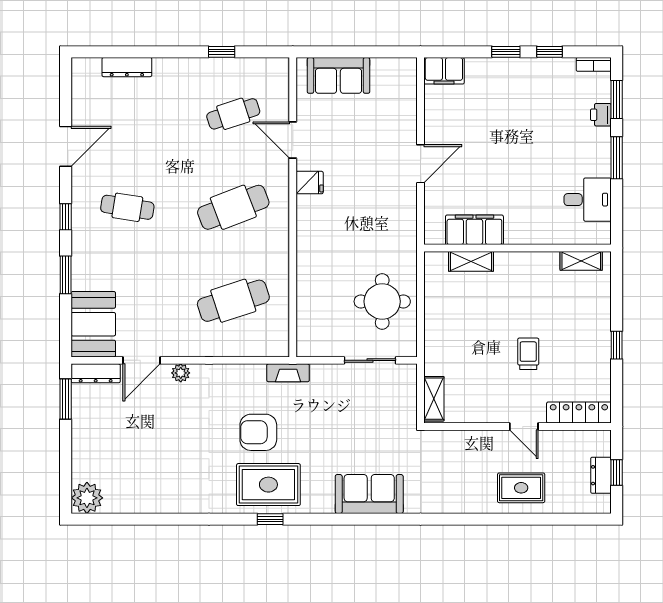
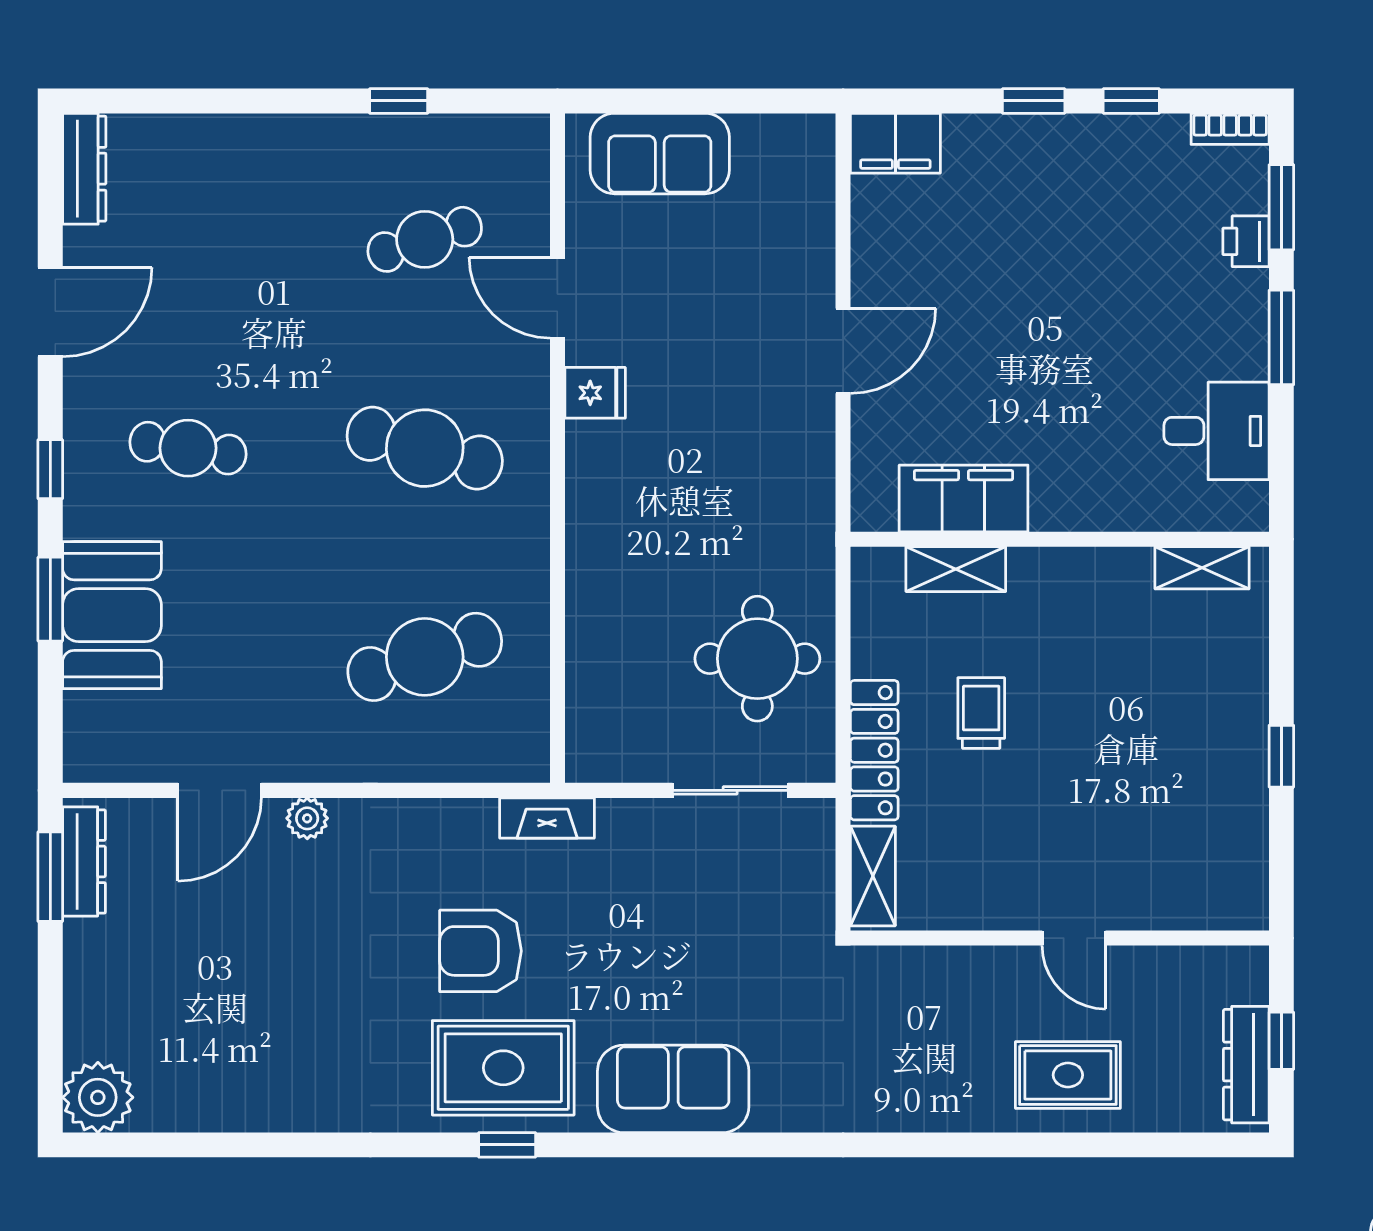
dresser: (127, 67) -> (84, 169), moved, turned -90
cafe table: (233, 207) -> (425, 448), turned 36
booth: (93, 324) -> (112, 615), moved
trolley: (528, 354) -> (981, 713), moved
dresser: (96, 373) -> (84, 861), moved, turned -90
locker: (579, 413) -> (874, 750), moved, turned 90
dresser: (601, 475) -> (1246, 1065), width x1.44
sofa: (369, 494) -> (673, 1089), moved

